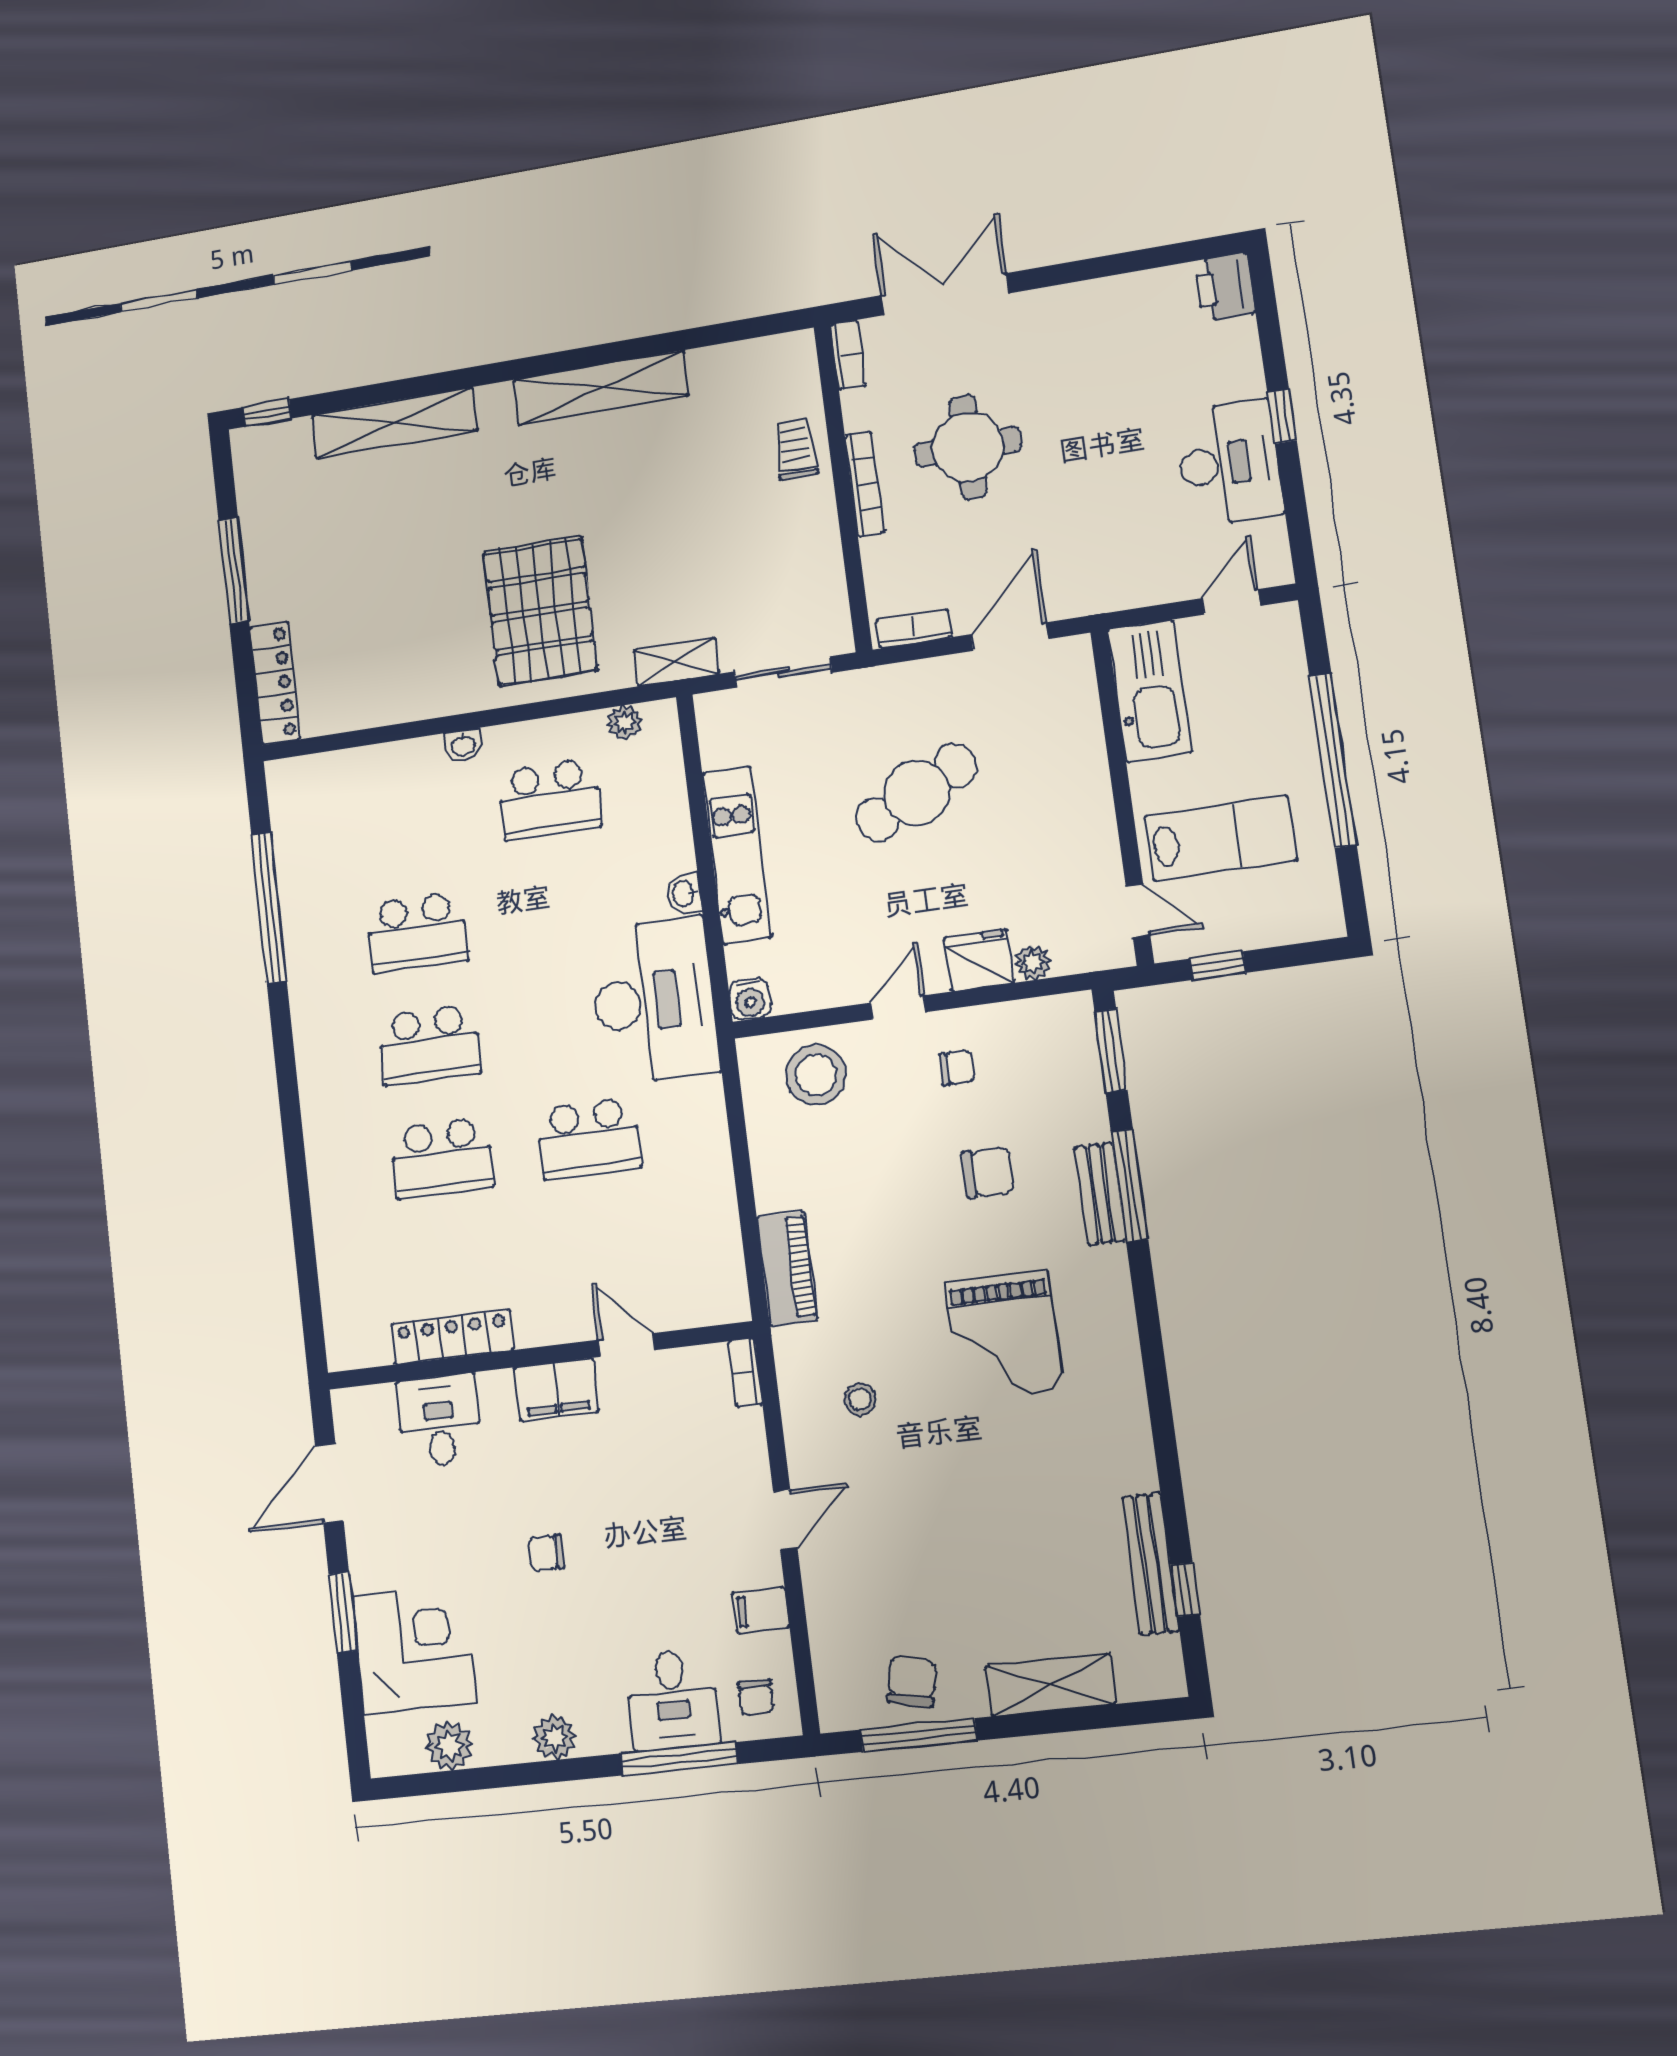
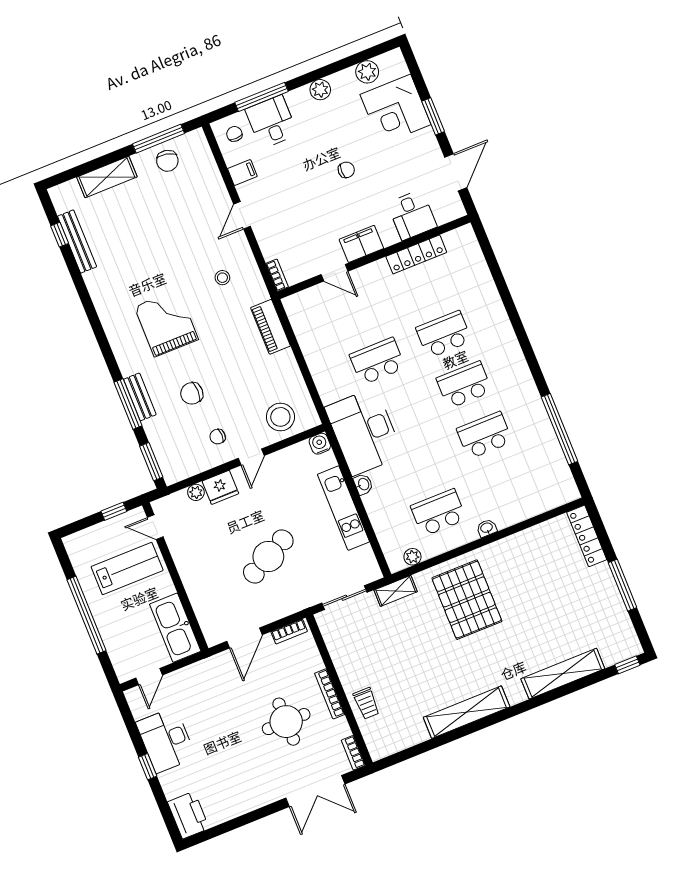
printer: (1225, 287) -> (188, 815), width x1.37, depth x1.19
lab bench: (1220, 838) -> (127, 569), turned 180

